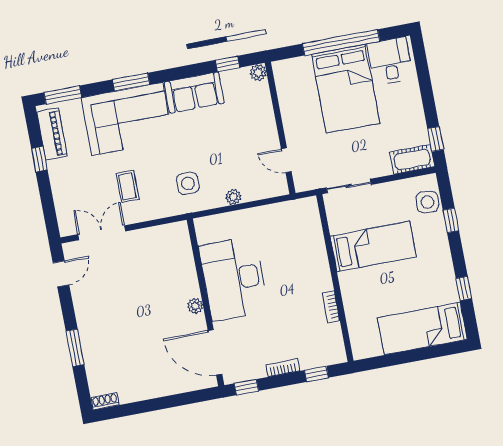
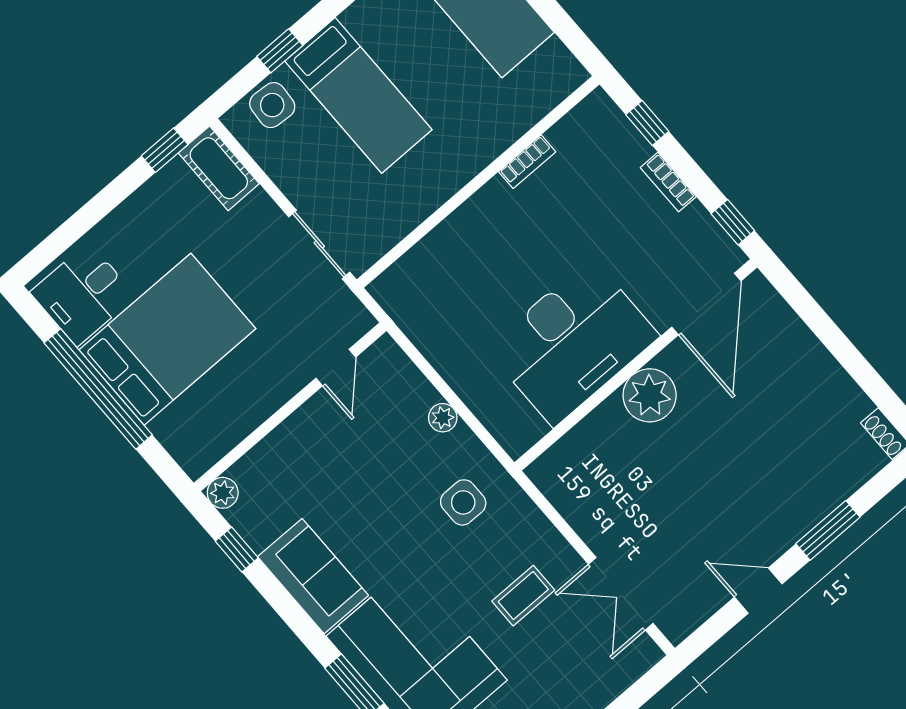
bed: (373, 246) -> (358, 95), moved, turned 180
door: (61, 274) -> (758, 591), moved
plant: (195, 306) -> (650, 395), width x1.88, depth x1.88

